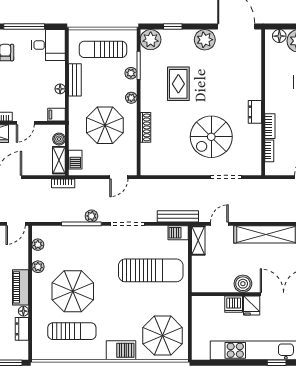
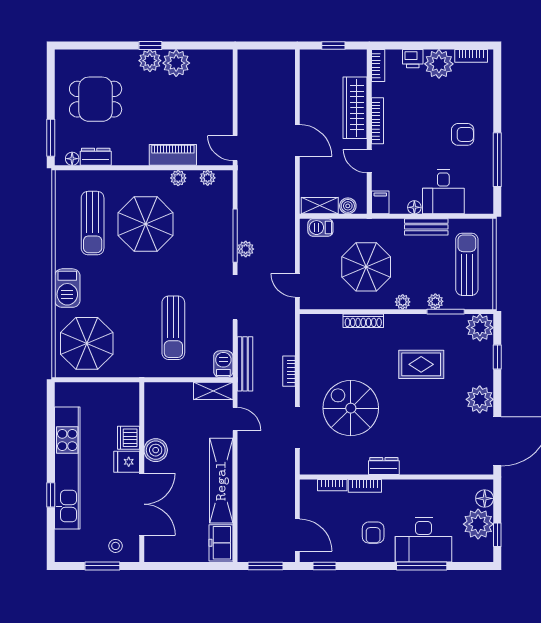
desk: (48, 45) -> (443, 192), moved
bookcase: (63, 183) -> (289, 371), moved
sun lounger: (151, 270) -> (173, 328), width x0.73, depth x0.75
piano: (21, 287) -> (173, 155), moved
floor lamp: (23, 311) -> (72, 159), moved

